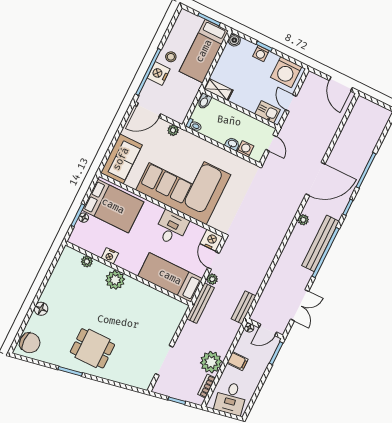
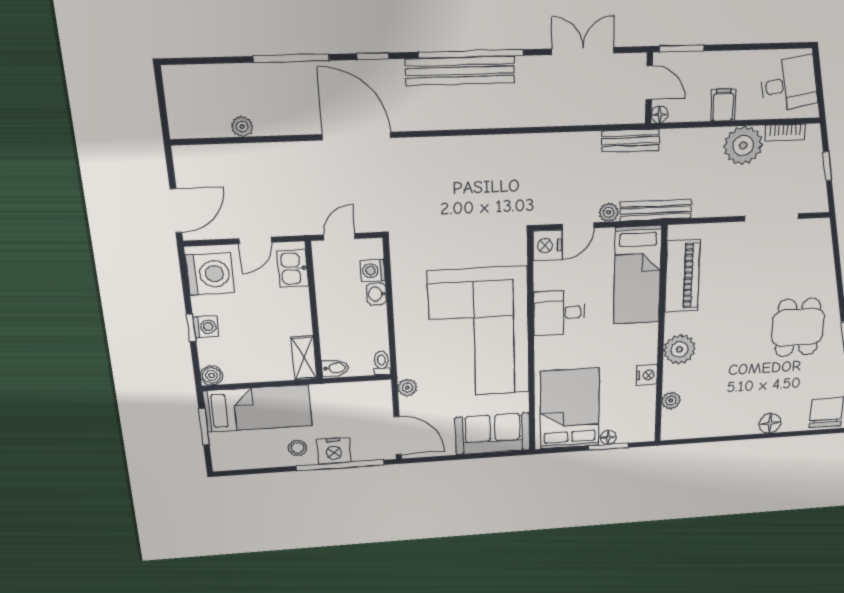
door: (341, 84) -> (176, 211), moved
plant: (303, 220) -> (242, 127), moved
piano: (157, 300) -> (682, 276), added

